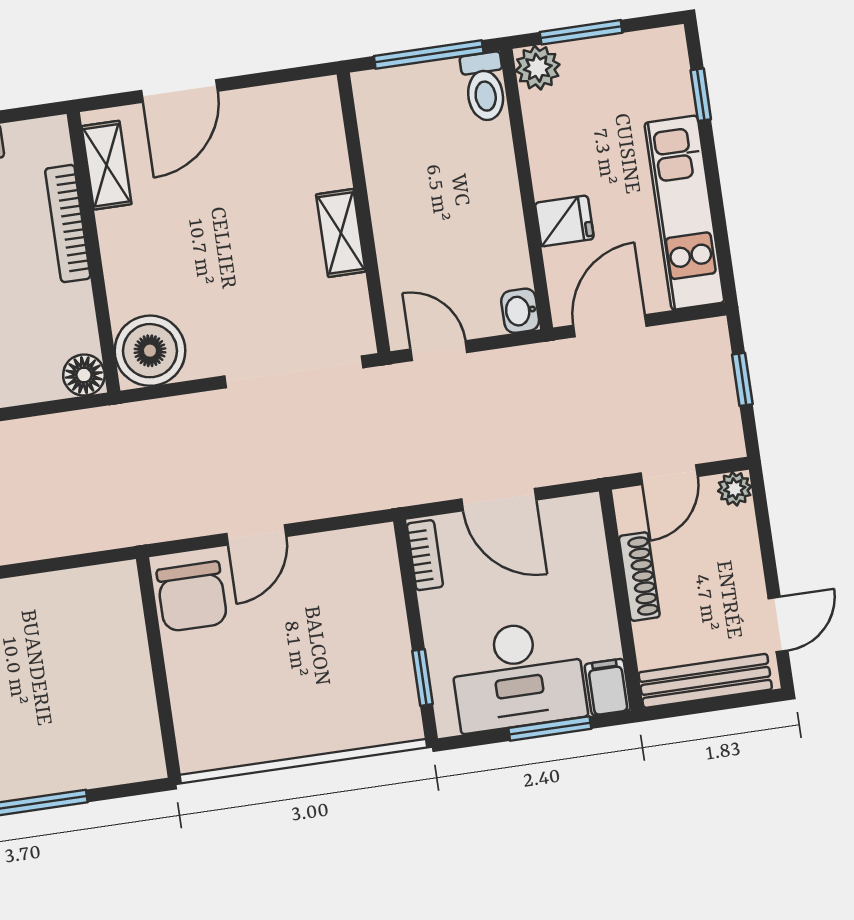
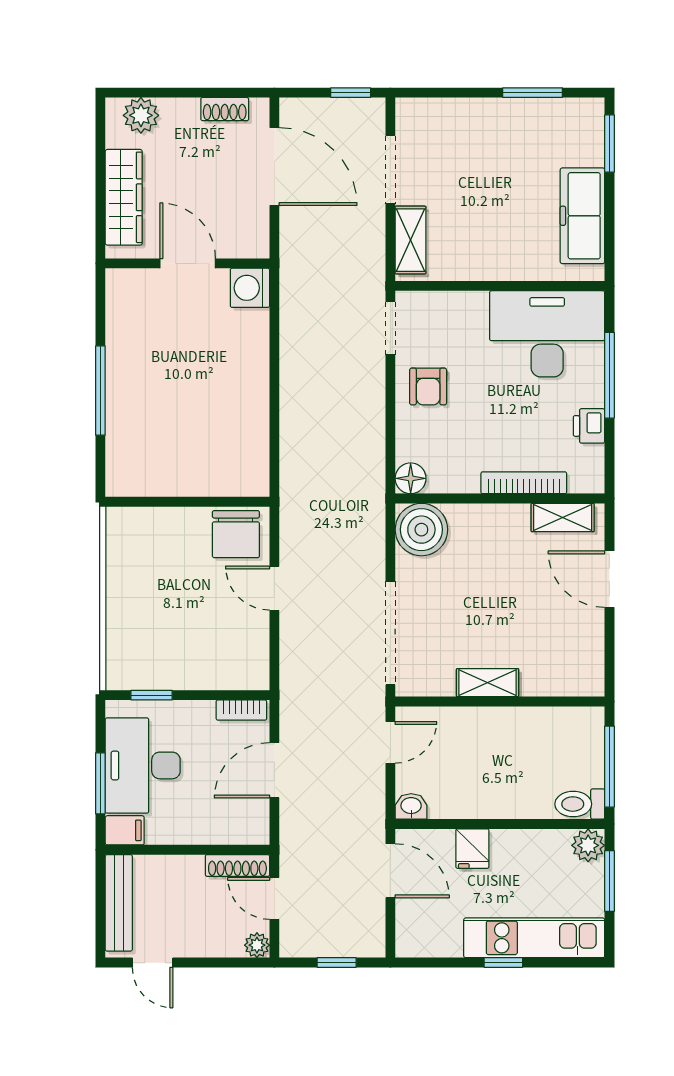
window: (701, 95) -> (503, 963), moved
kitchen unit: (684, 213) -> (534, 938), moved
shoe rack: (639, 577) -> (237, 866), moved
chair: (192, 597) -> (236, 534), turned -90

